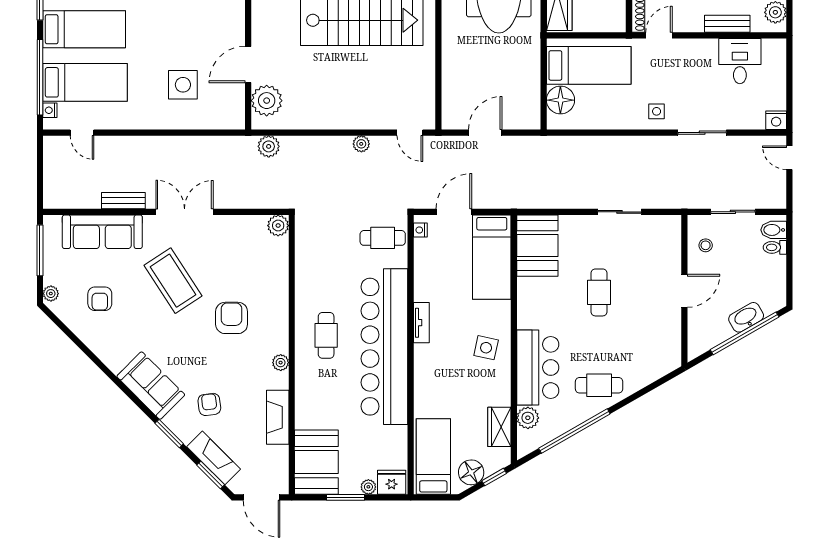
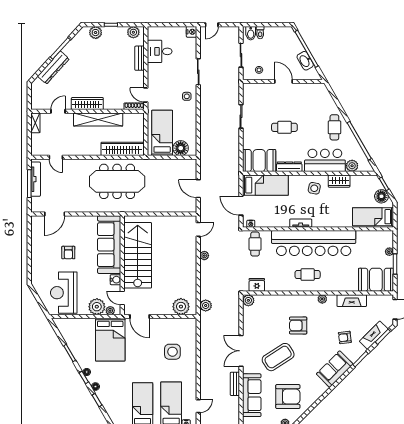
door: (248, 64) -> (140, 317), moved
armchair: (100, 299) -> (288, 397), width x1.88, depth x1.88
dresser: (526, 301) -> (289, 167), added
washbasin: (746, 317) -> (305, 61), moved
wardrobe: (499, 427) -> (339, 181), moved
fridge: (392, 482) -> (257, 285), moved, turned 90

